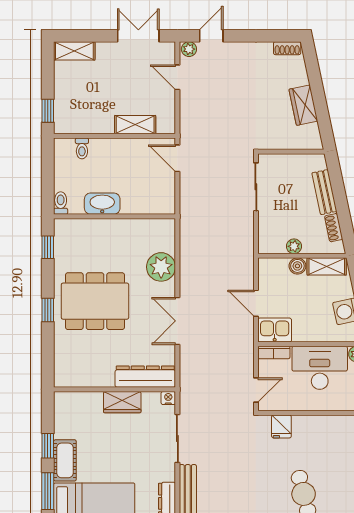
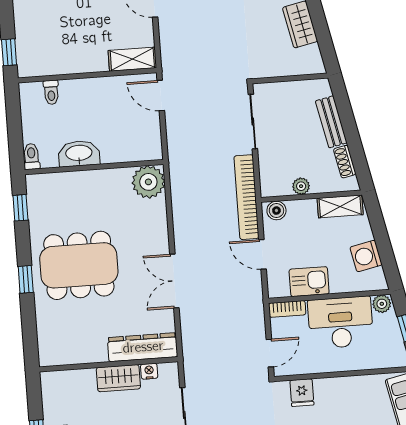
shelving: (135, 125) -> (132, 59), moved
bookcase: (246, 252) -> (247, 197), added
boiler: (297, 266) -> (276, 211), moved
plant: (161, 267) -> (148, 182), moved
kitchen sink: (275, 330) -> (309, 282), moved
nightstand: (168, 398) -> (149, 371), moved

